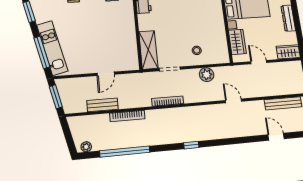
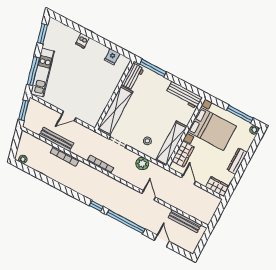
shelving: (220, 39) -> (171, 143), added
shelving: (148, 50) -> (115, 111), width x1.47
bench: (103, 105) -> (56, 139), width x1.36
window: (125, 152) -> (126, 222), moved

